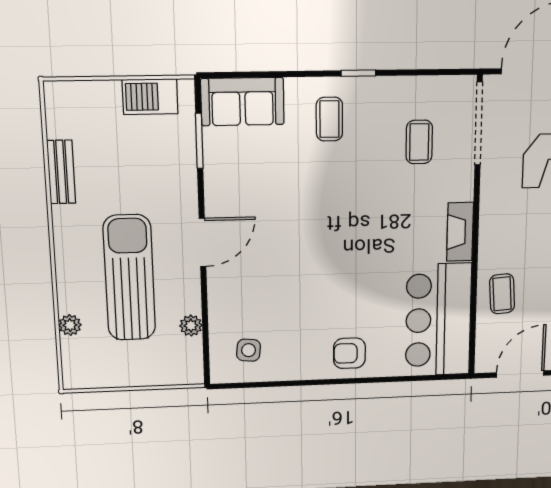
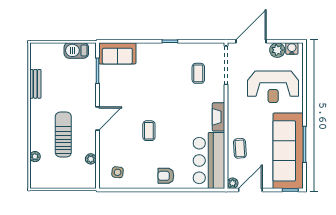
coffee table: (329, 119) -> (149, 131), moved
sun lounger: (129, 278) -> (63, 135), width x0.73, depth x0.75
plant: (485, 362) -> (233, 183), added

